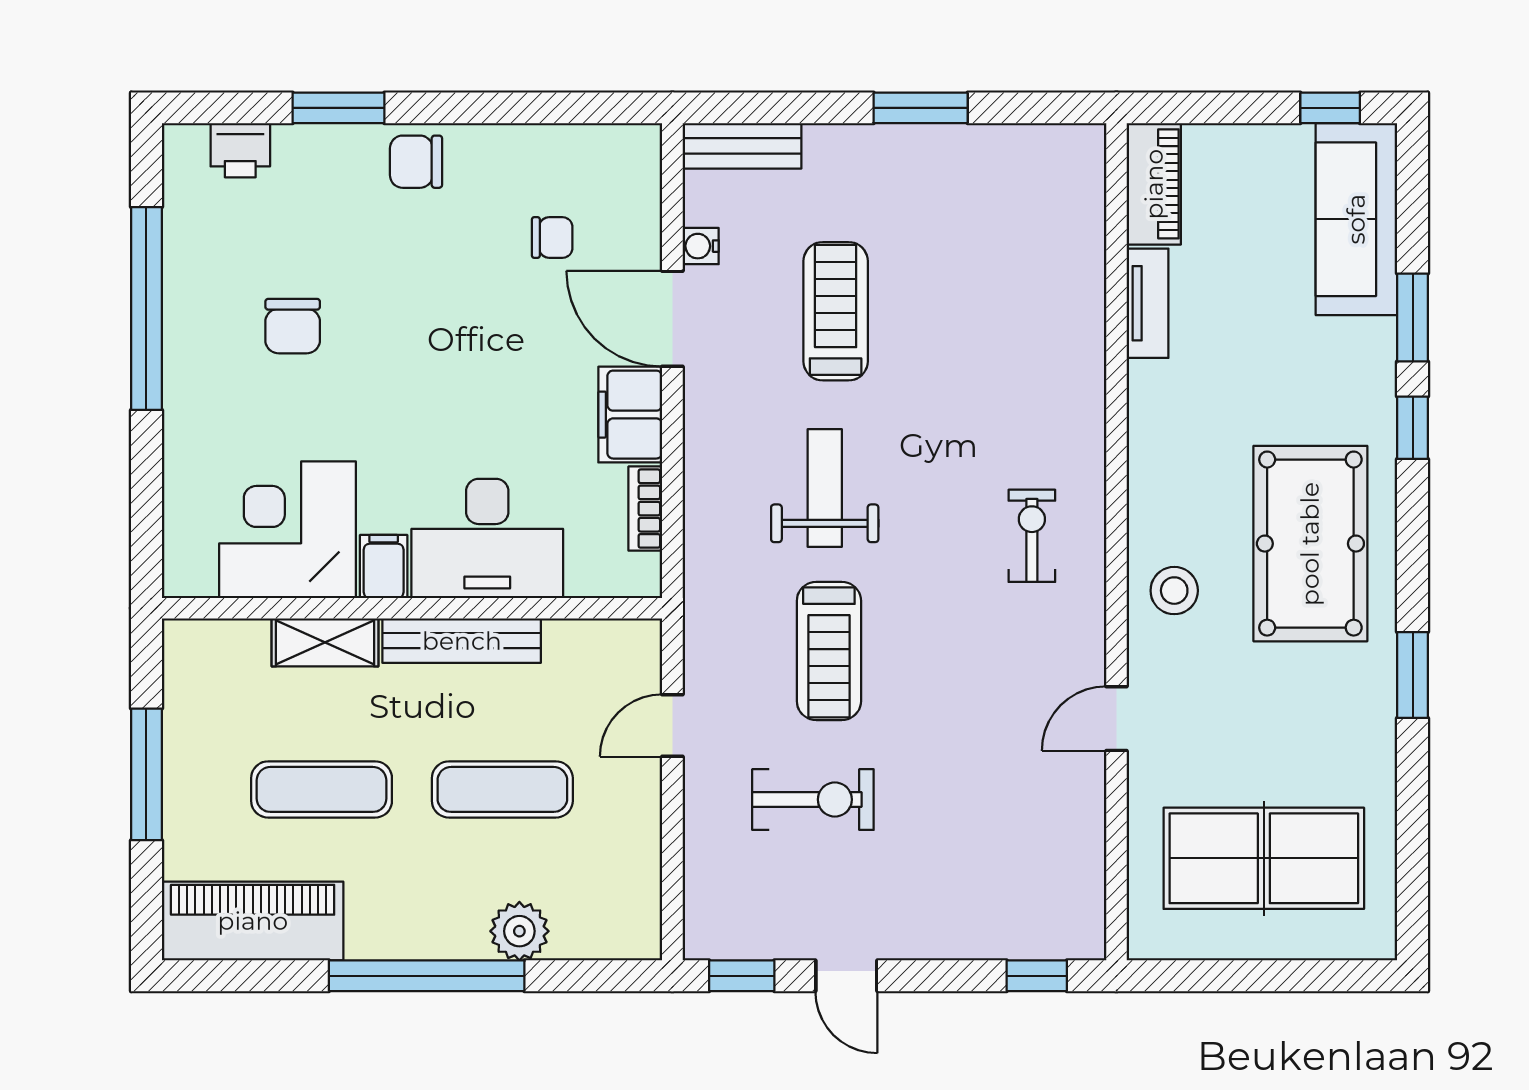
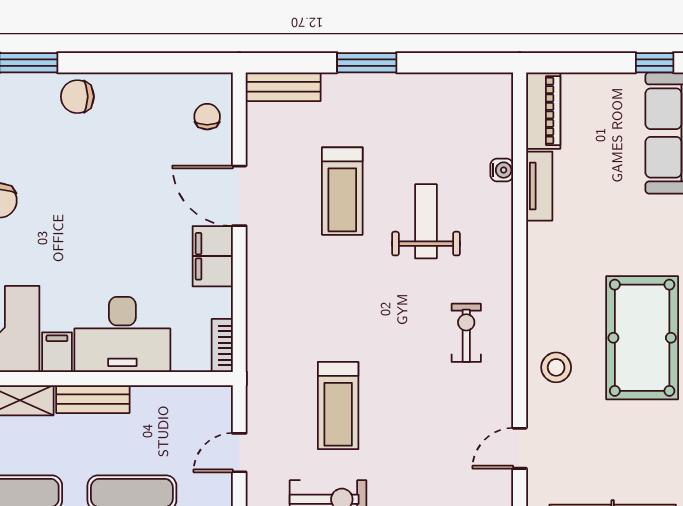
window: (921, 108) -> (367, 63), moved
chair: (552, 237) -> (207, 117), moved, turned -90
water cooler: (701, 246) -> (502, 170), moved, turned 180
treadmill: (836, 311) -> (342, 191), turned 180
weight bench: (825, 488) -> (426, 221), moved
bookcase: (645, 509) -> (222, 346), moved
bench: (462, 641) -> (93, 399), width x0.73

